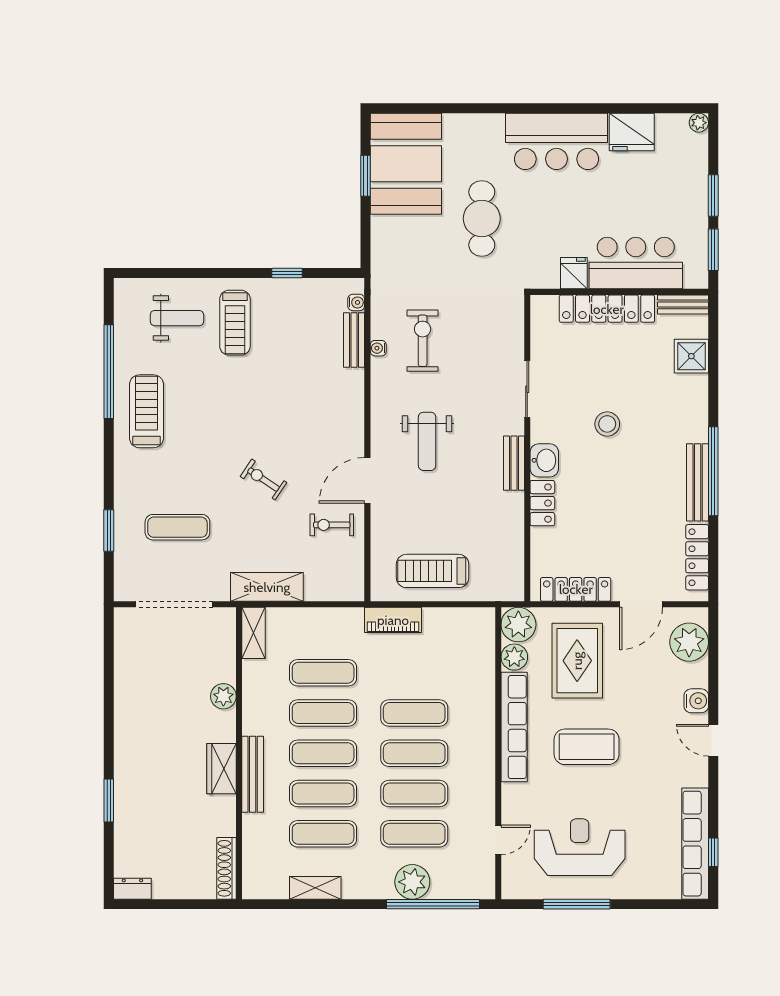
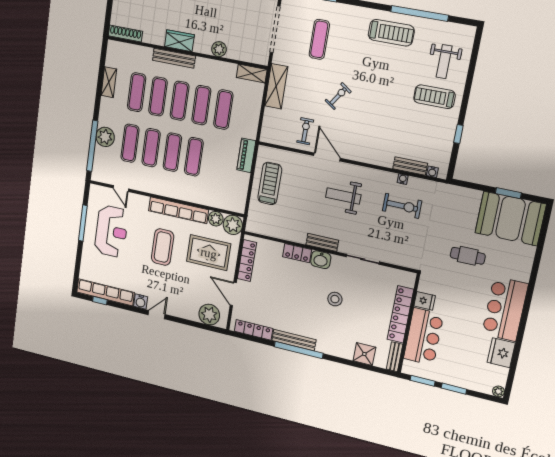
cafe table: (482, 218) -> (468, 256), width x0.73, depth x0.74
water cooler: (696, 701) -> (141, 302), moved

